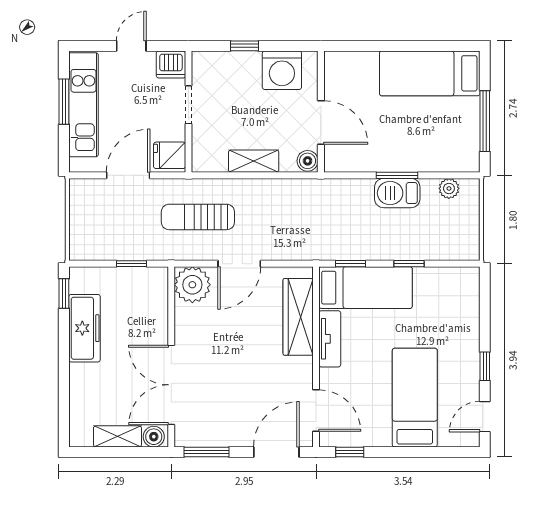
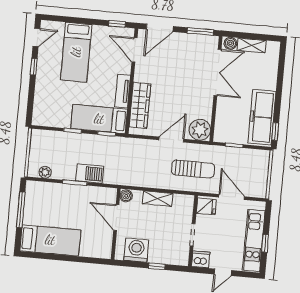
window: (64, 102) -> (265, 243), width x0.67
door: (128, 175) -> (231, 197), swing flipped
barbecue: (397, 193) -> (90, 174), moved
freezer: (84, 328) -> (262, 117), width x1.36, depth x1.26

